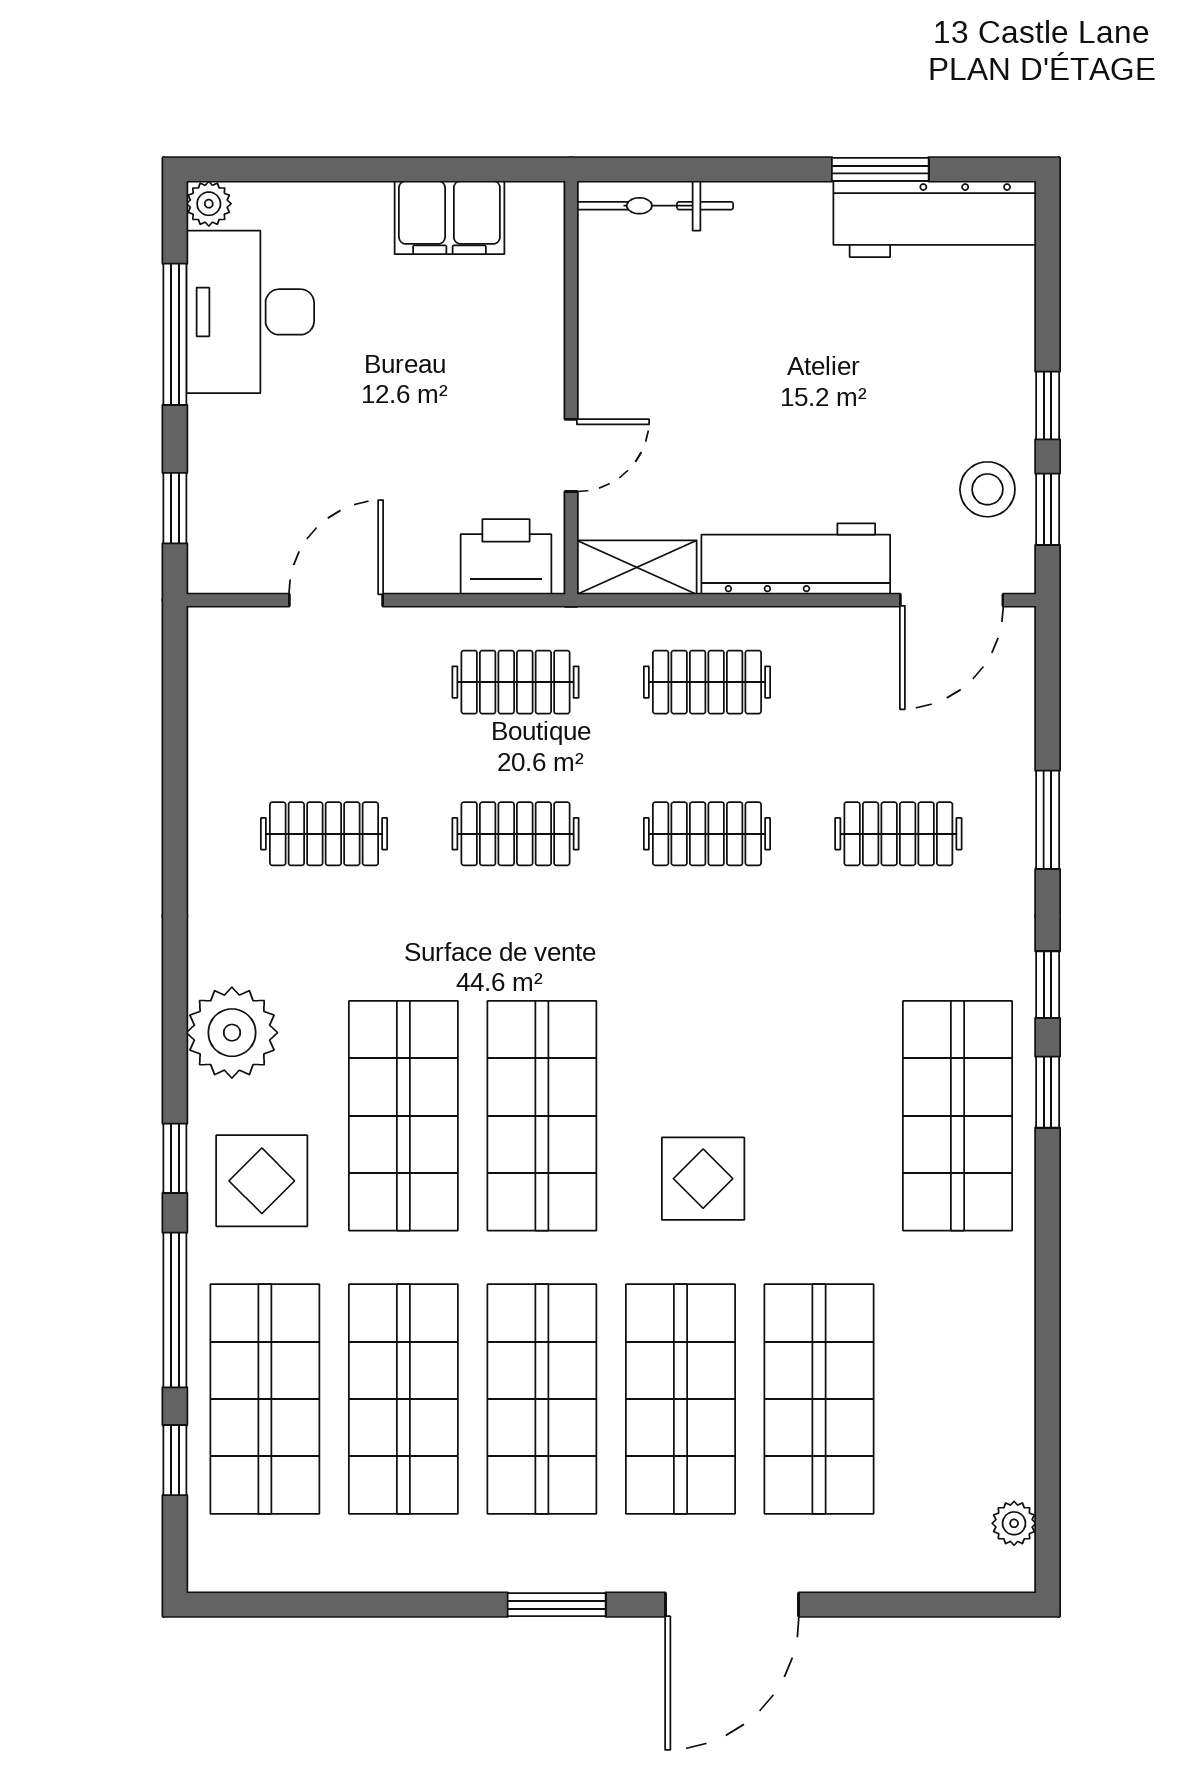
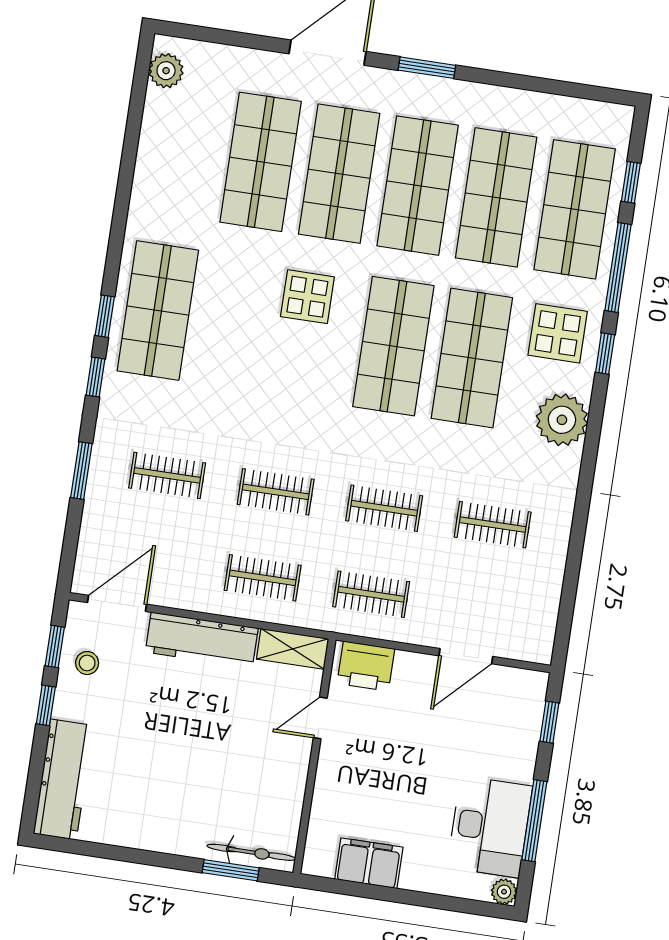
window: (880, 169) -> (231, 870), moved
workbench: (935, 219) -> (63, 780), moved, turned 90
stool: (987, 489) -> (87, 663), width x0.73, depth x0.73
plant: (1014, 1523) -> (166, 71), width x1.38, depth x1.38

